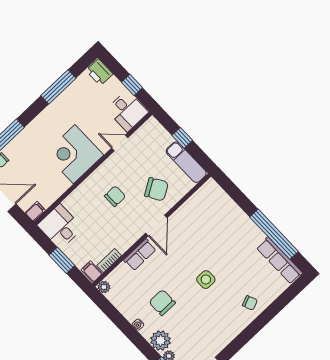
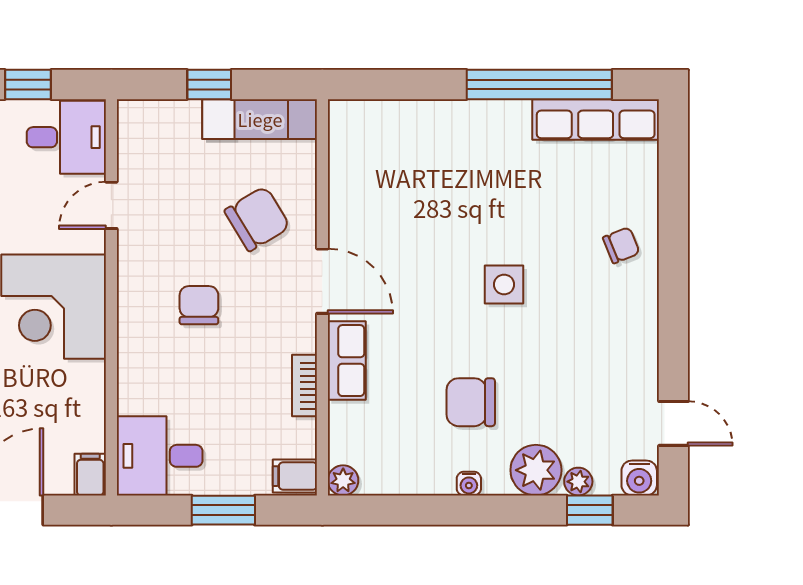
bookcase: (109, 261) -> (305, 386), moved

